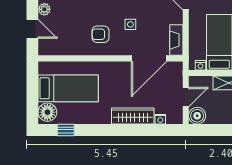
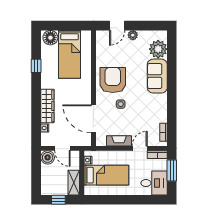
armchair: (100, 34) -> (113, 80), width x1.88, depth x1.88
fireplace: (176, 40) -> (119, 141), moved
window: (66, 130) -> (36, 66), moved

